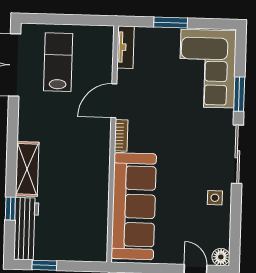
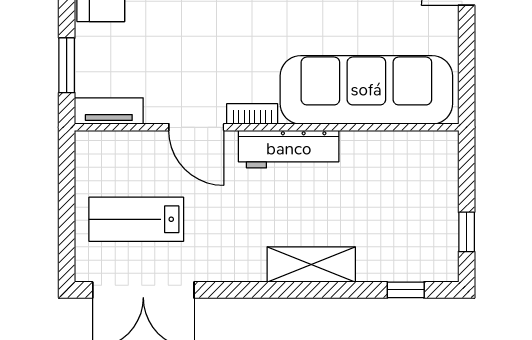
window: (171, 23) -> (67, 65), moved
window: (10, 209) -> (406, 290), moved
workbench: (26, 229) -> (289, 149), moved, turned 180

